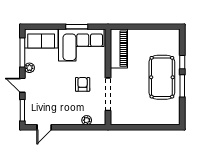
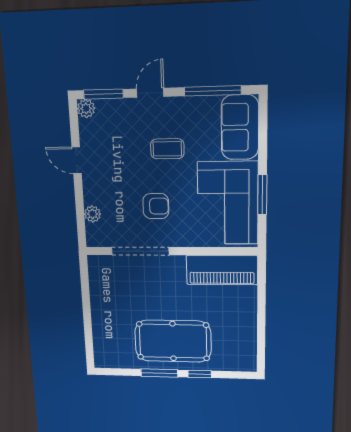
plant: (29, 68) -> (86, 108), moved
coffee table: (52, 77) -> (167, 149), added
door: (44, 127) -> (77, 160), moved

